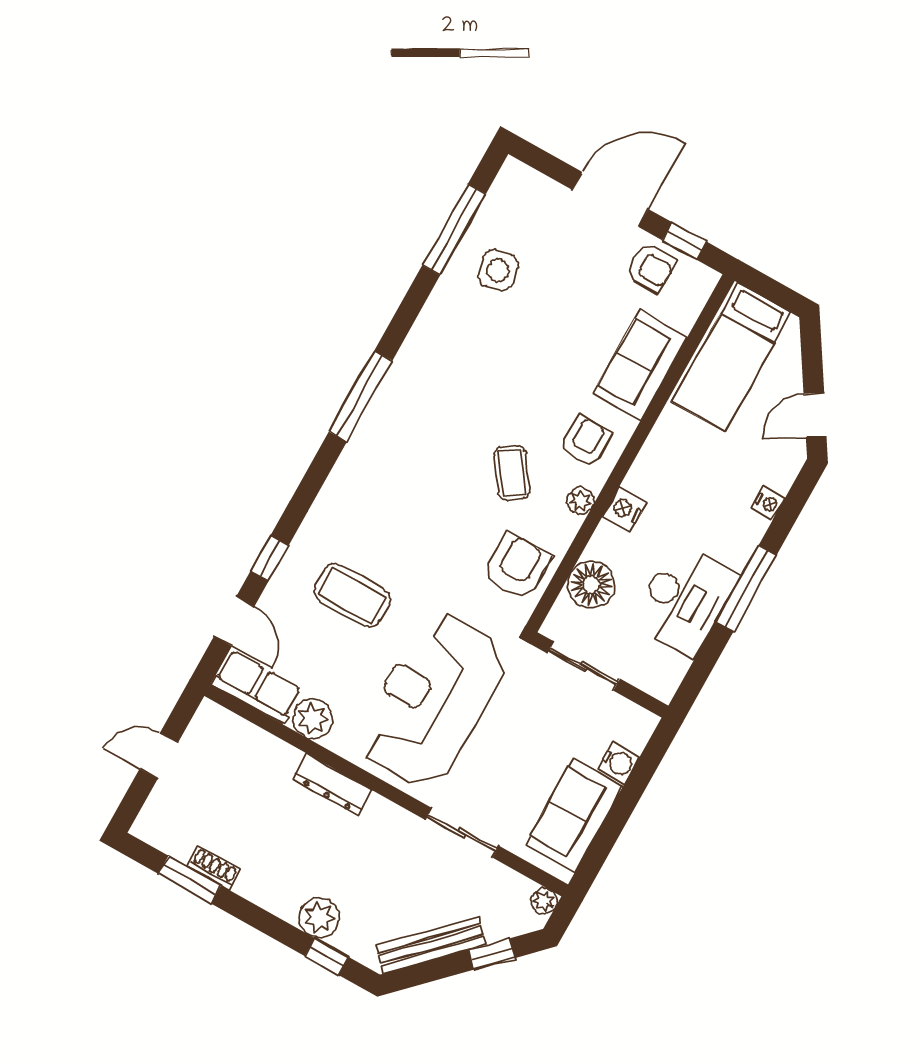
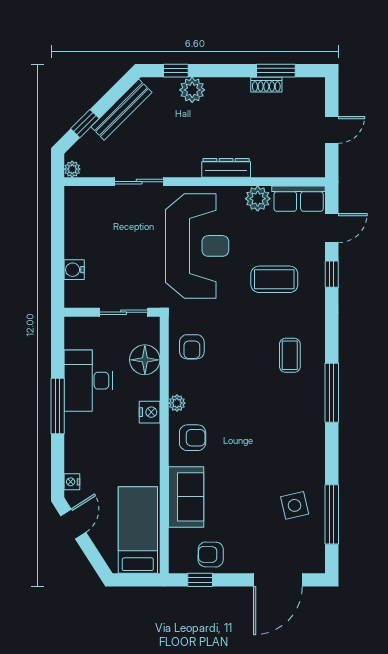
door: (610, 199) -> (278, 580), moved
armchair: (586, 441) -> (193, 438), turned -90
coffee table: (512, 473) -> (290, 355), moved, turned 36
nightstand: (768, 503) -> (72, 482), moved
armchair: (517, 566) -> (192, 347), width x0.72, depth x0.72
door: (234, 621) -> (332, 228), swing flipped
sofa: (574, 815) -> (82, 226), removed

